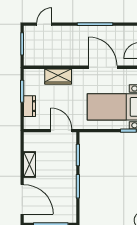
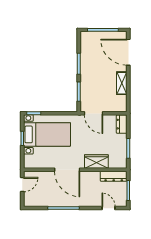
door: (44, 24) -> (109, 208), swing flipped
dresser: (39, 60) -> (114, 176), added
door: (103, 67) -> (67, 170), moved
dresser: (30, 106) -> (122, 124), moved

